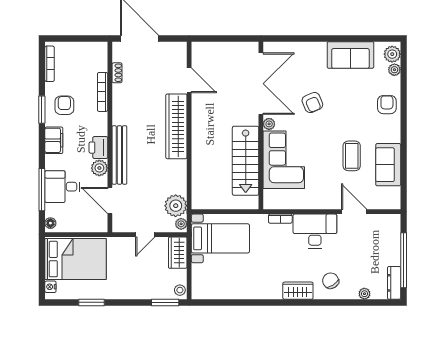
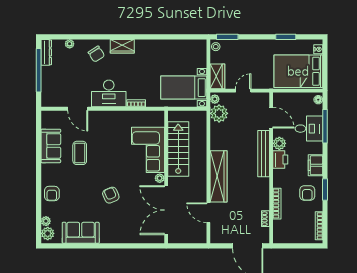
double door: (261, 84) -> (166, 210), moved
plant: (269, 124) -> (160, 178), moved
wall: (261, 125) -> (166, 177), moved
corner sofa: (284, 160) -> (148, 150), moved
stairs: (246, 161) -> (178, 149), moved

